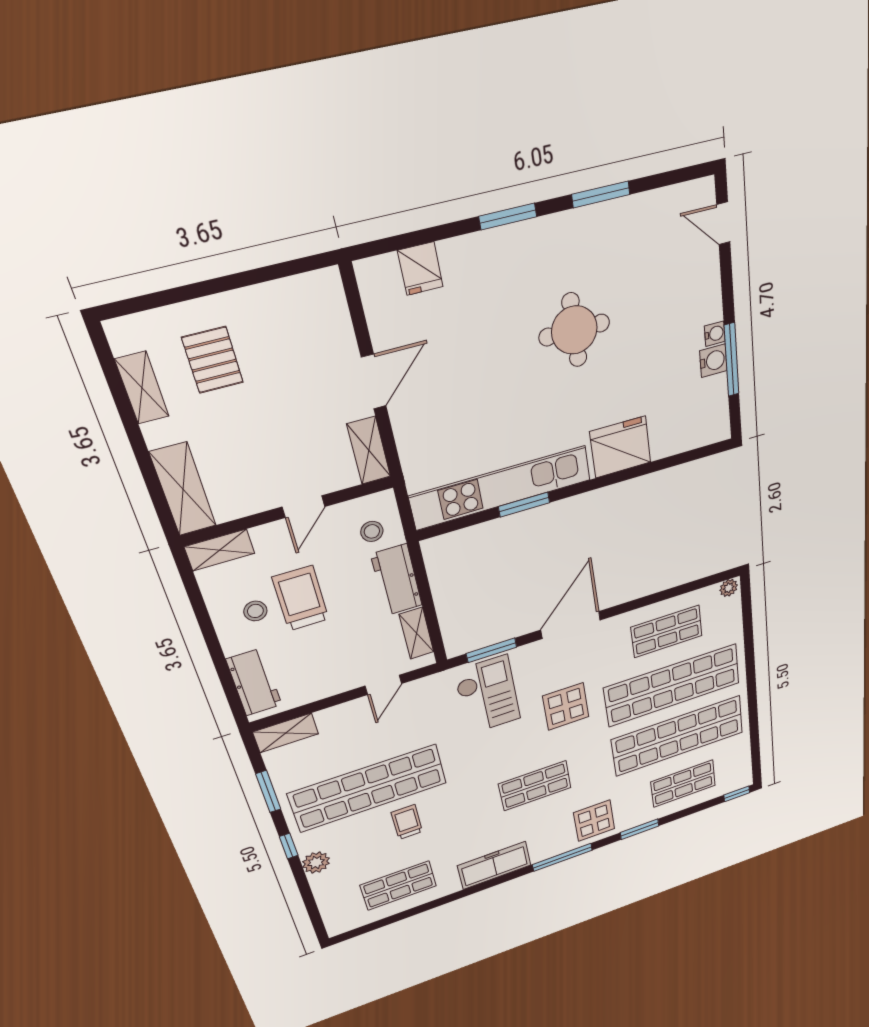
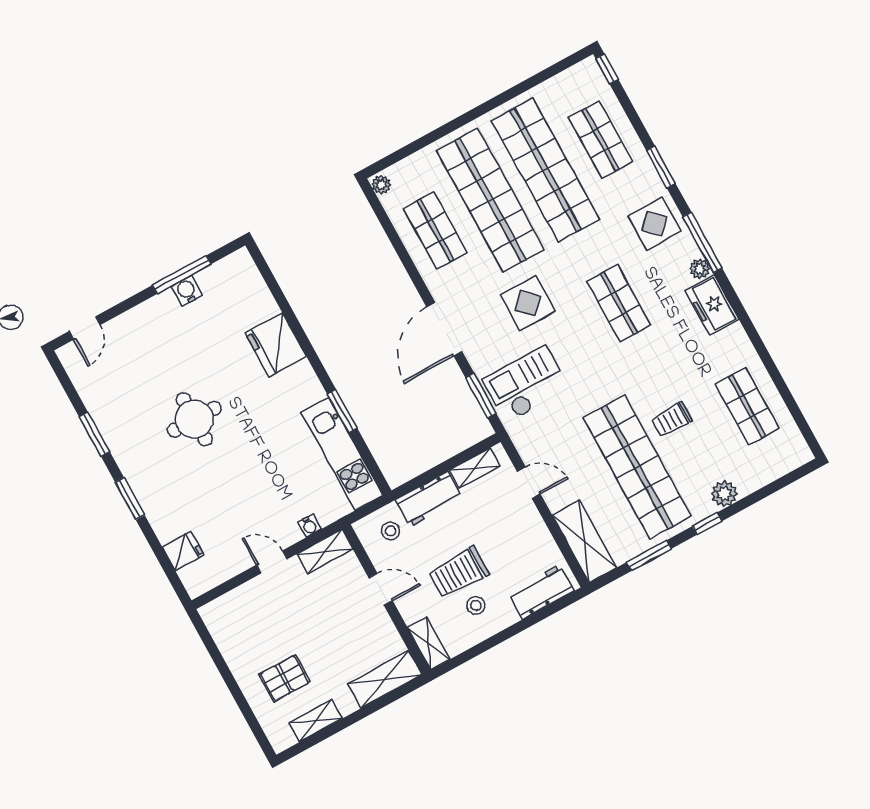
water cooler: (715, 334) -> (309, 526), moved, turned 180
door: (374, 382) -> (272, 562), width x0.73
kitchen unit: (501, 488) -> (342, 454), width x0.73
door: (571, 625) -> (444, 329), hinge flipped
shelving: (286, 733) -> (584, 541), width x1.50, depth x1.33
plant: (540, 854) -> (700, 269), added
freezer: (494, 865) -> (712, 305), width x0.71

